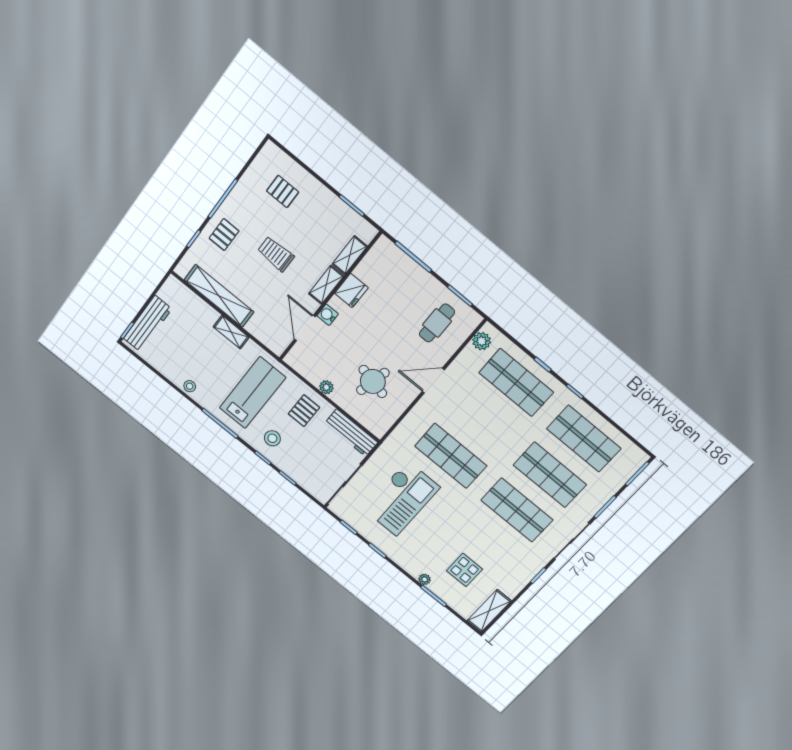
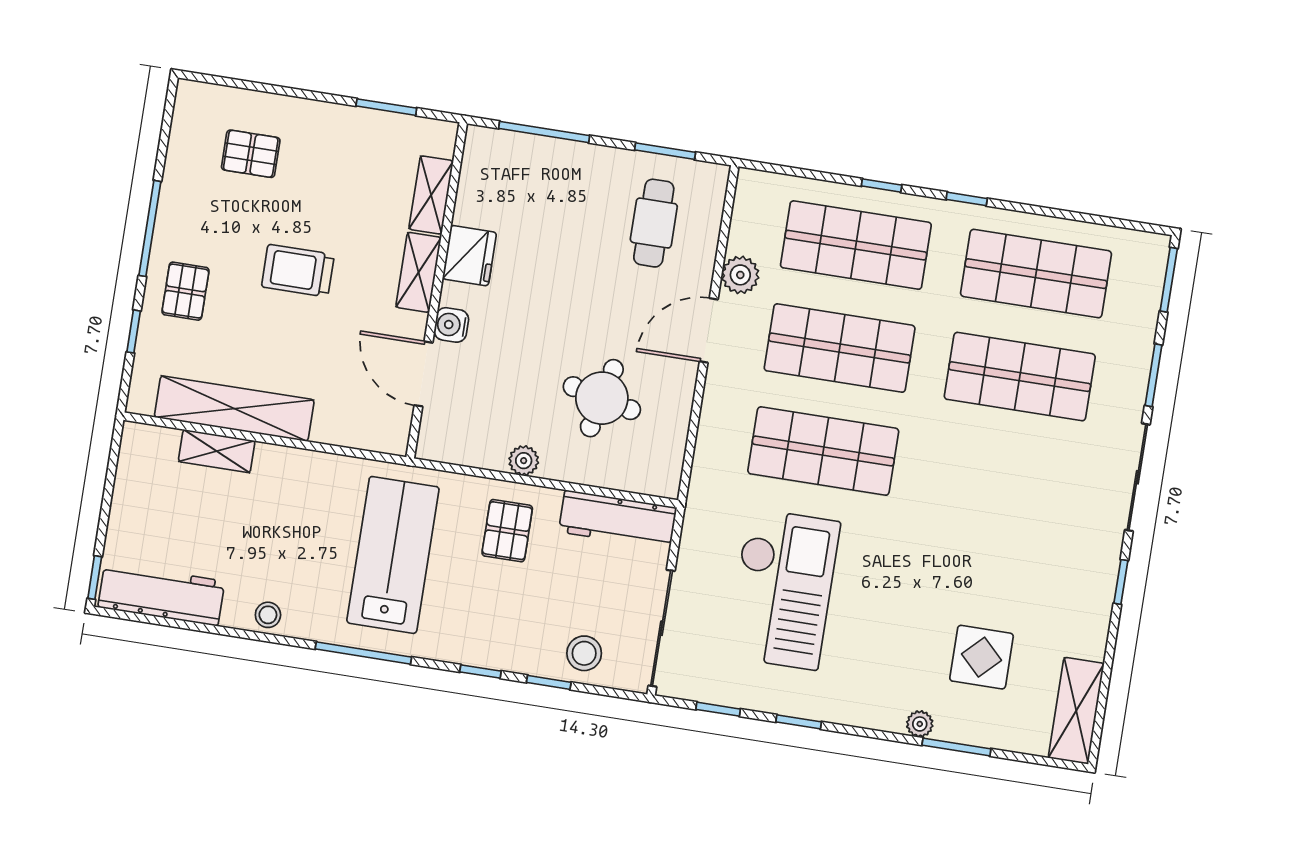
workbench: (148, 324) -> (161, 594), moved, turned -90
shelving: (231, 332) -> (217, 451), moved
plant: (482, 341) -> (740, 275), moved
stool: (272, 438) -> (584, 653), moved
shop shelf: (517, 510) -> (840, 348), moved

